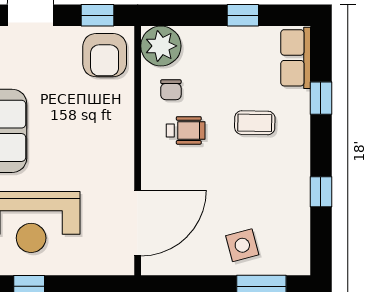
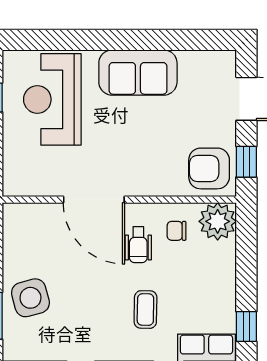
window: (243, 15) -> (246, 326), moved
door: (138, 223) -> (94, 200), moved
side table: (242, 245) -> (30, 298), width x1.37, depth x1.37

